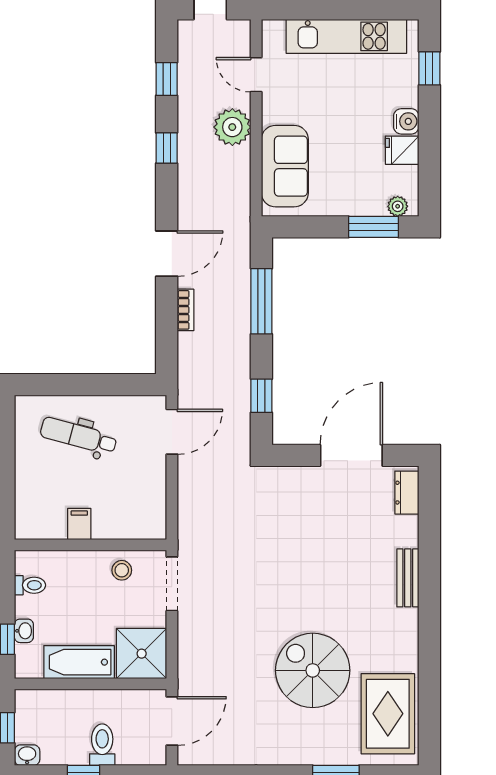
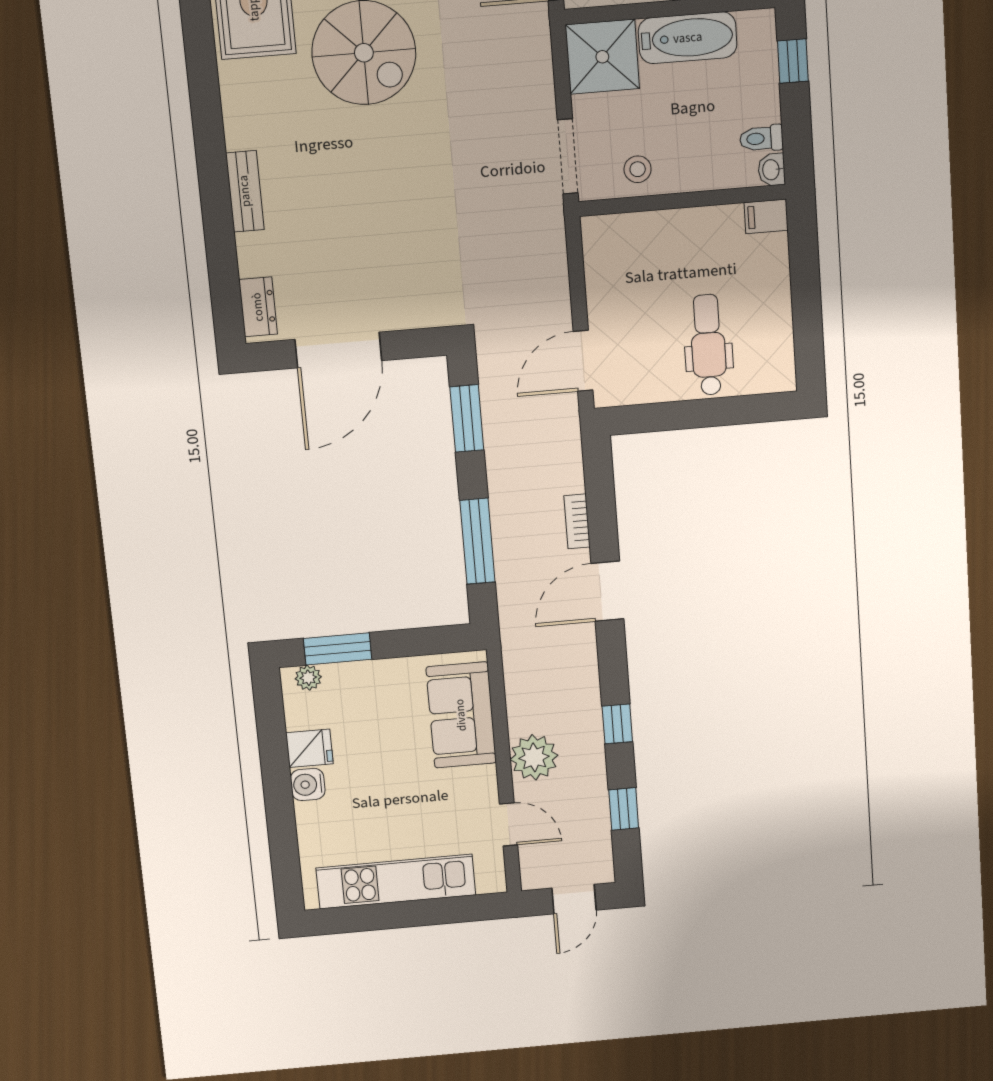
window: (429, 68) -> (284, 852), removed
window: (261, 396) -> (467, 418), width x1.50
dental chair: (78, 436) -> (708, 345), turned -105
filing cabinet: (79, 524) -> (766, 216), moved, turned 90
washbasin: (24, 631) -> (772, 170), moved

